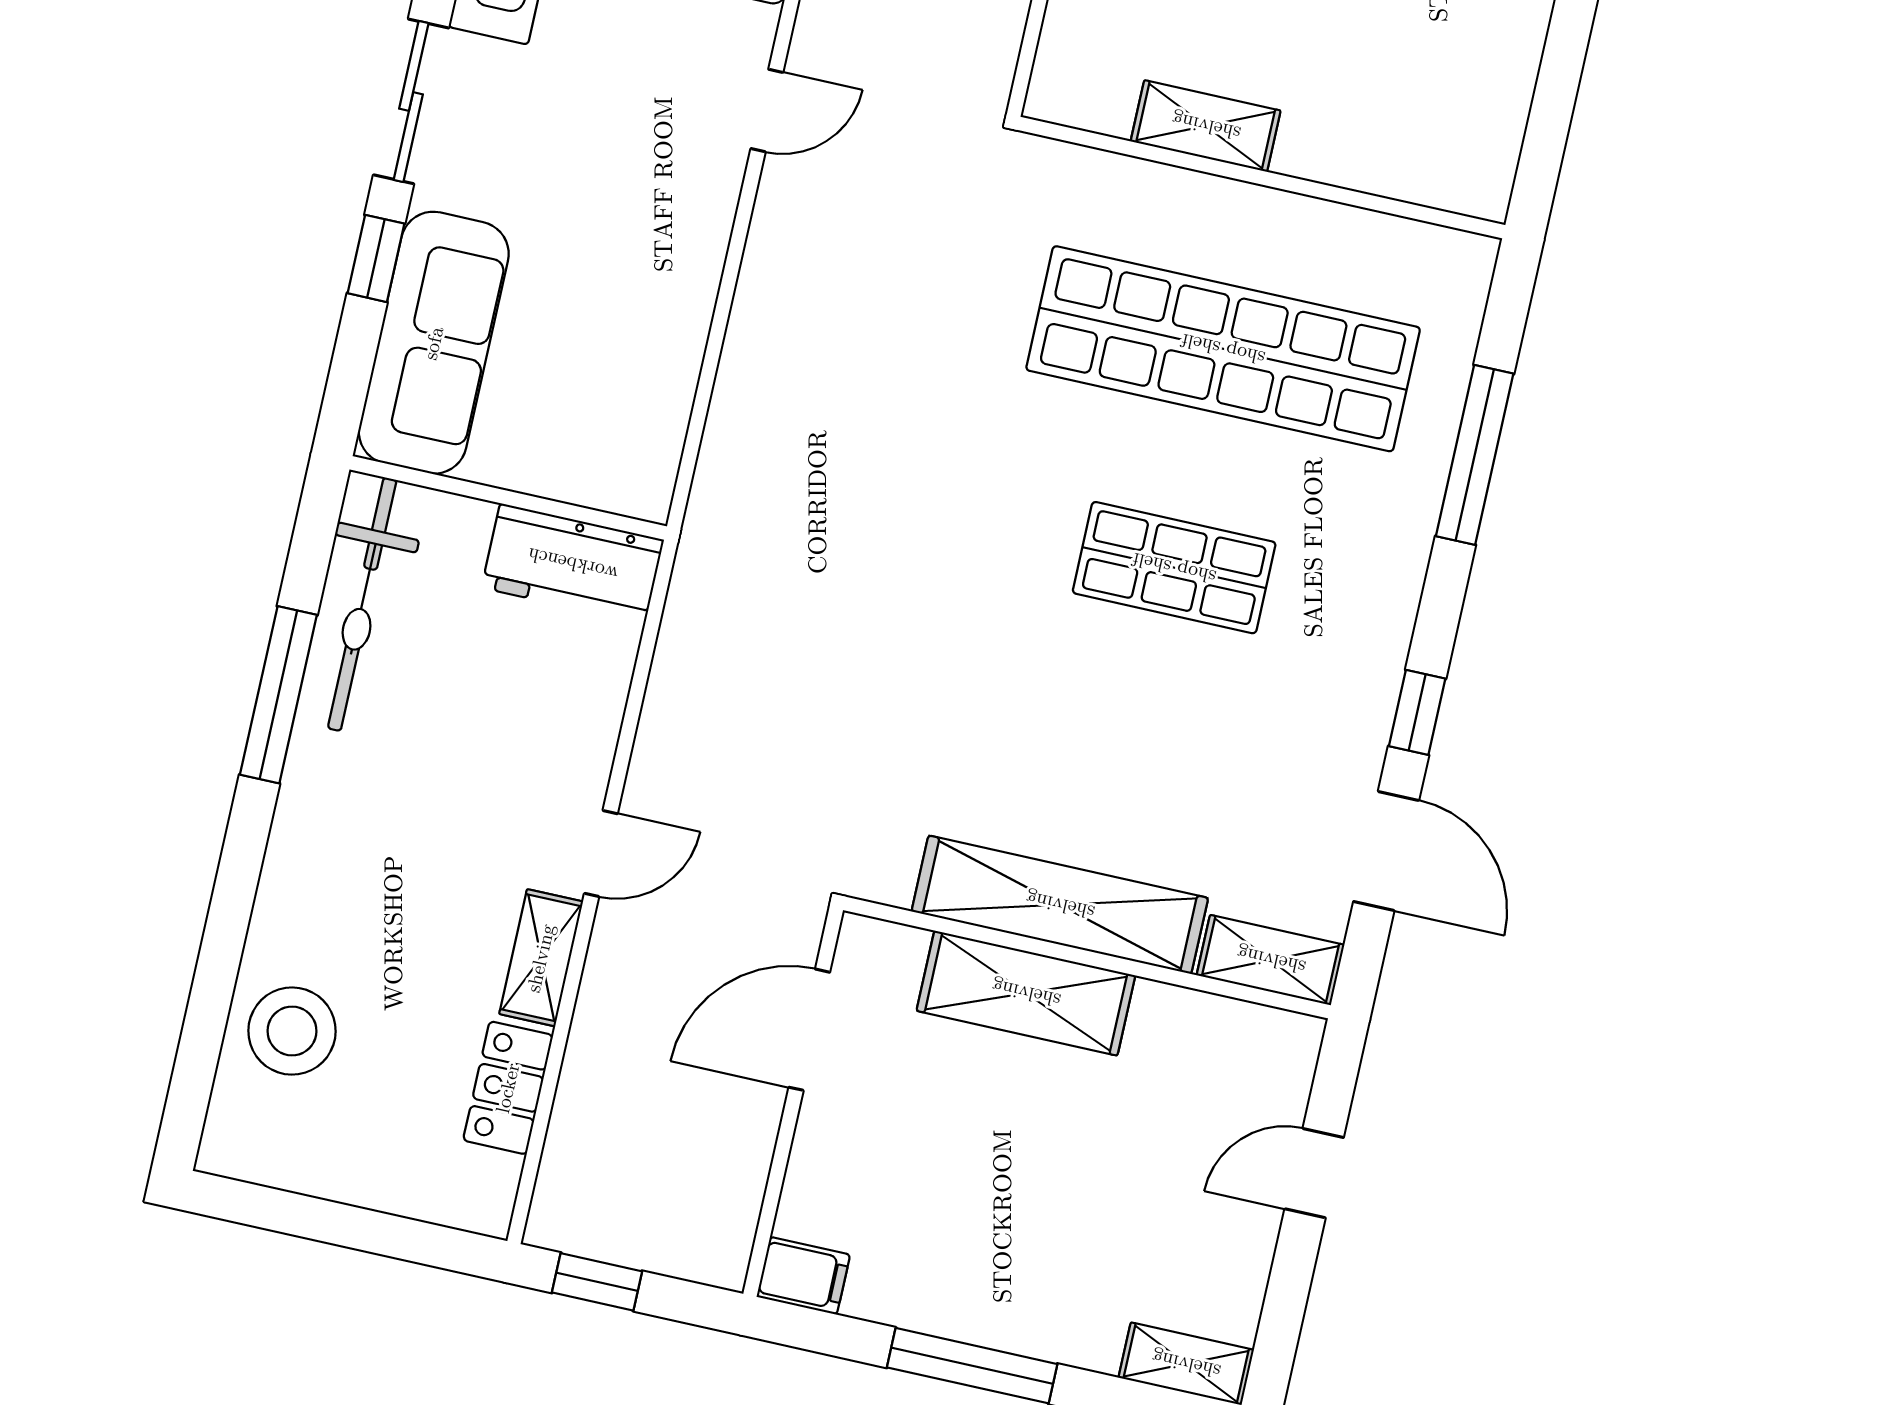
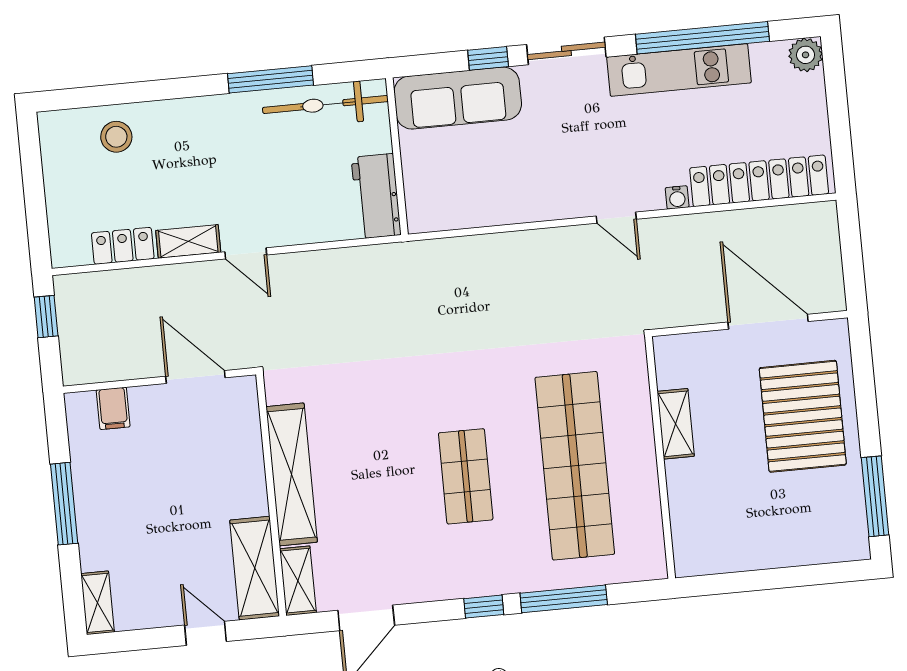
window: (1417, 712) -> (484, 607), moved
shelving: (1026, 993) -> (255, 568), moved
stool: (292, 1031) -> (116, 137), width x0.73, depth x0.73
filing cabinet: (803, 1276) -> (113, 408), moved

